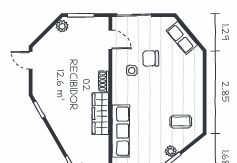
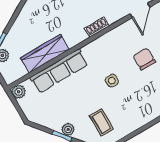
side table: (132, 70) -> (112, 81), moved
wardrobe: (100, 114) -> (45, 54), moved

